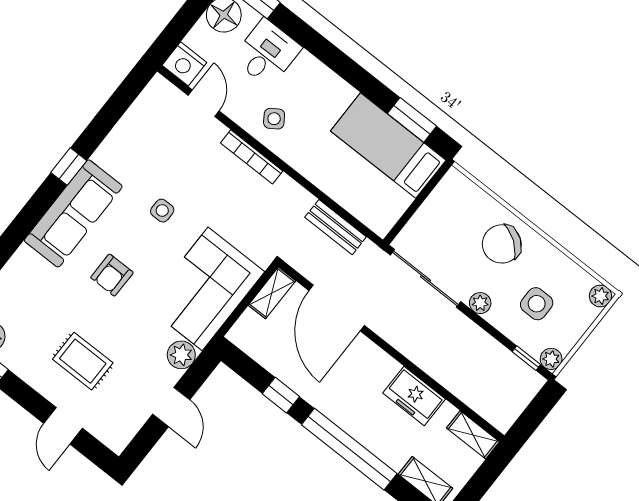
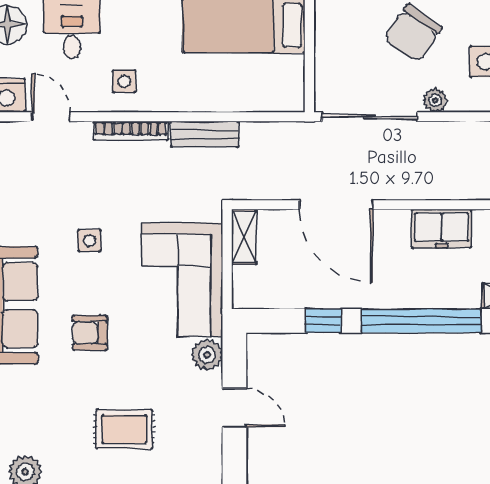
side table: (274, 119) -> (124, 81), turned 34
bench: (336, 227) -> (205, 134), moved
armchair: (112, 275) -> (90, 333), turned 90
door: (337, 308) -> (336, 205), moved

